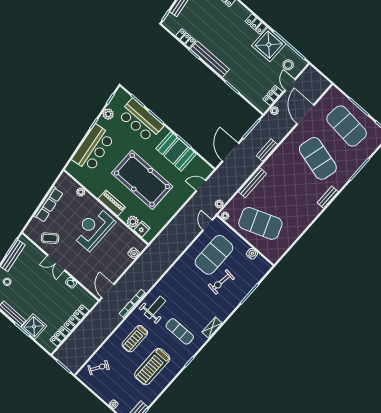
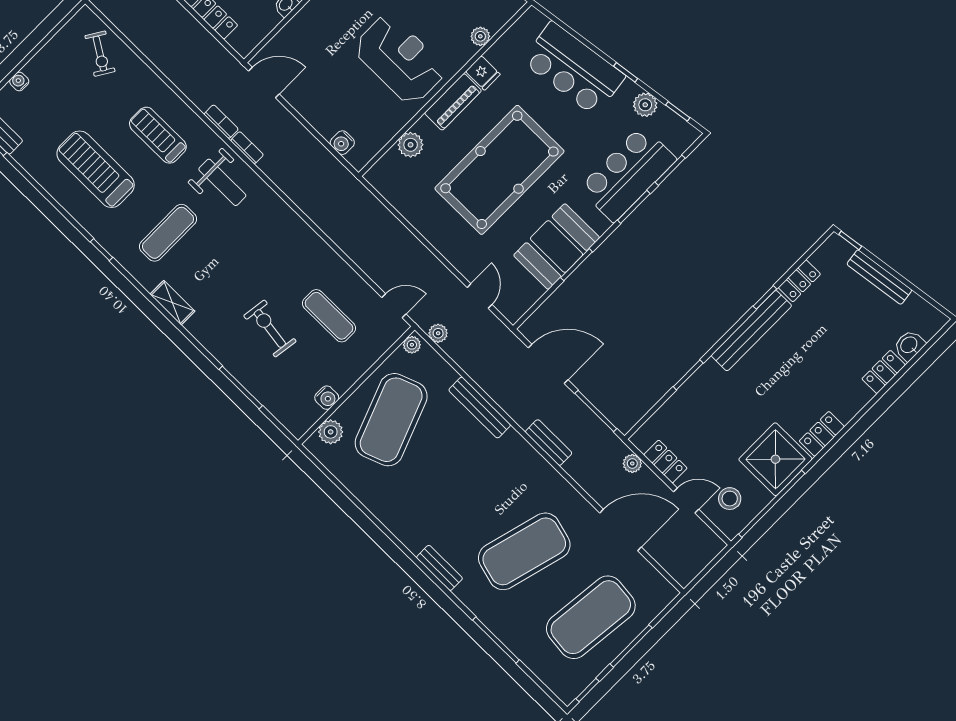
fridge: (142, 229) -> (483, 73), moved
plant: (268, 251) -> (331, 432), added
exercise mat: (214, 255) -> (329, 316), width x0.50, depth x0.69

